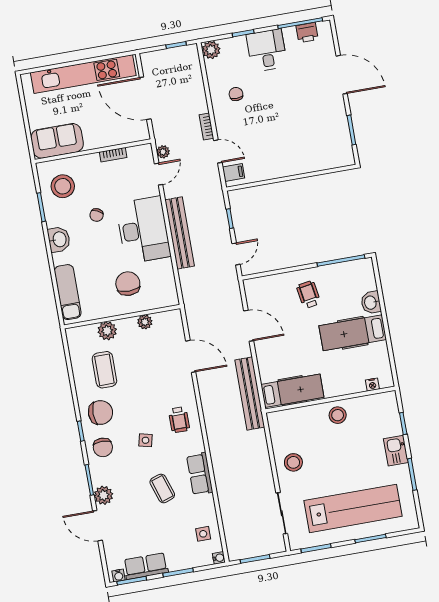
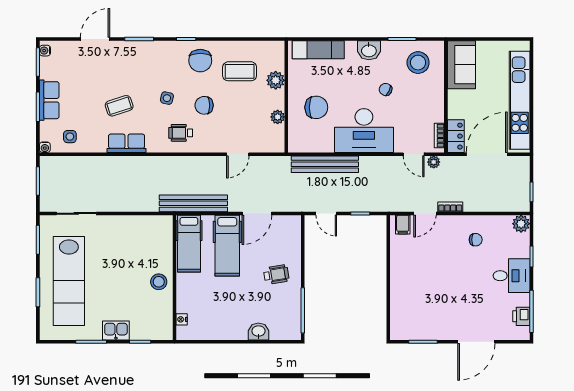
locker: (132, 134) -> (456, 136), added
bookcase: (113, 155) -> (439, 136), moved
bench: (180, 233) -> (325, 164), moved
hospital bed: (353, 333) -> (227, 246), moved, turned 180
door: (191, 356) -> (238, 154), width x0.73
chair: (103, 447) -> (204, 105), moved
stool: (293, 462) -> (122, 233), removed
plant: (103, 495) -> (122, 50), removed
row of seats: (146, 566) -> (49, 100), moved

